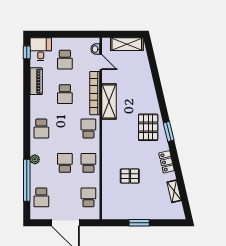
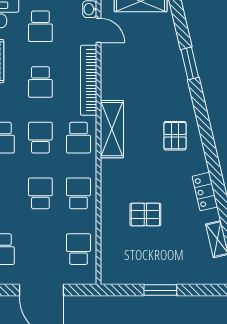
shelving: (109, 102) -> (112, 129), moved
pallet: (148, 127) -> (175, 136), width x0.67, depth x0.71
school desk: (65, 128) -> (40, 138), added
school desk: (88, 128) -> (78, 138), turned 180
window: (169, 132) -> (190, 63), moved

